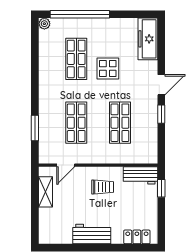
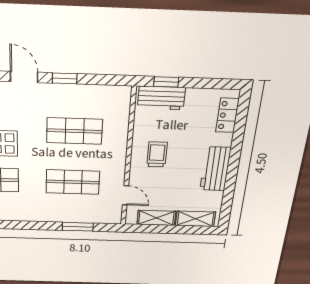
workbench: (140, 175) -> (161, 98), moved, turned 90
shelving: (46, 224) -> (195, 219), added

